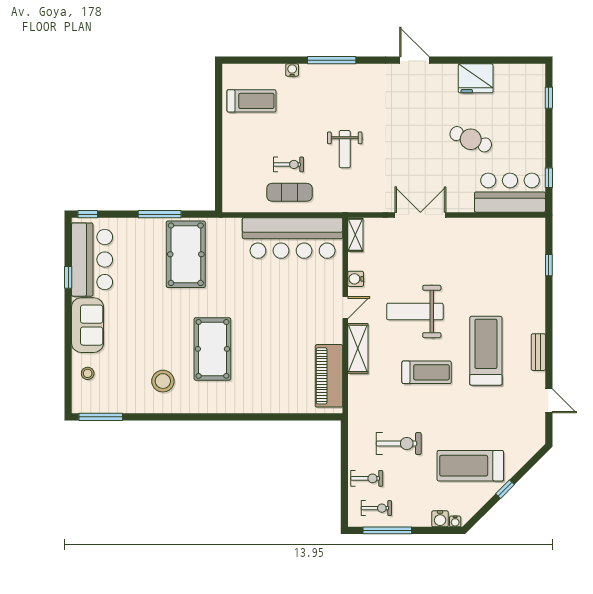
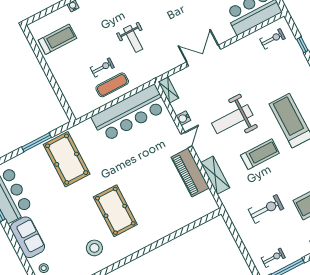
shelving: (358, 348) -> (215, 175), moved
piano: (329, 376) -> (190, 173), moved
exercise bike: (367, 478) -> (273, 39), moved

